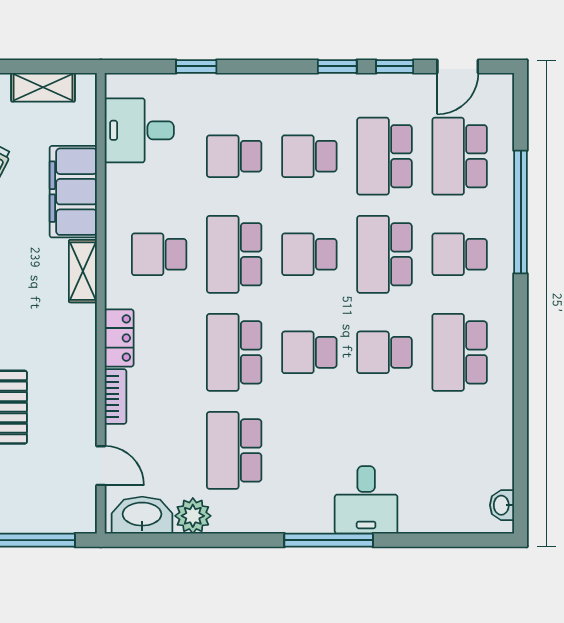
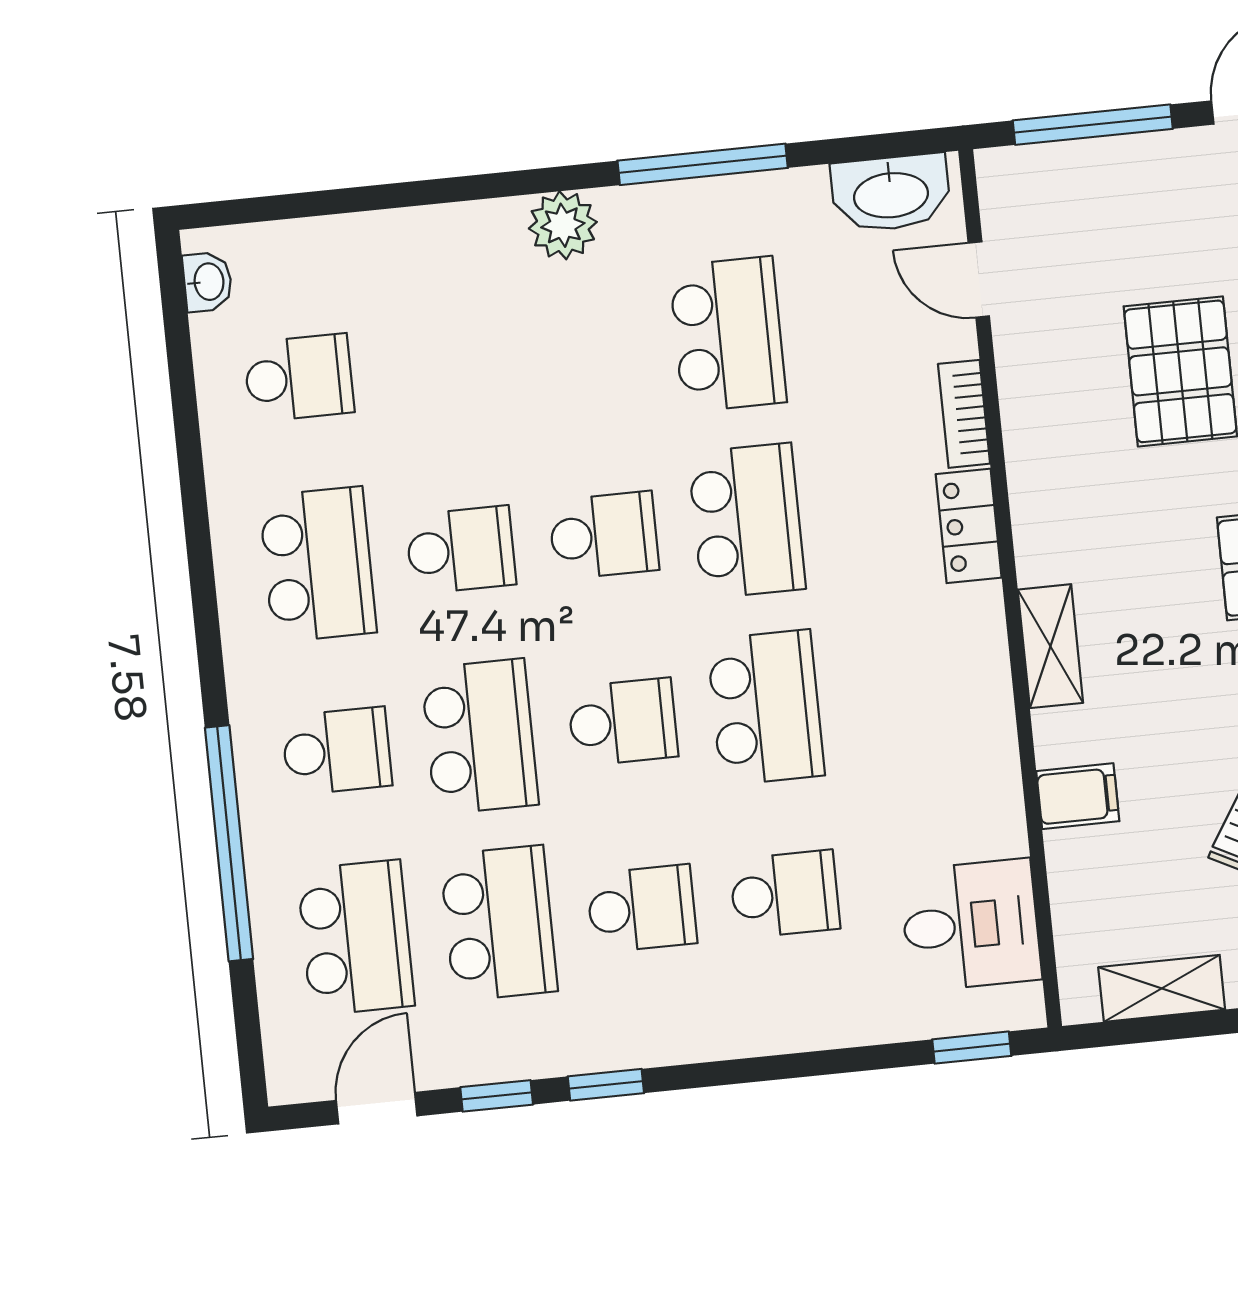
window: (196, 66) -> (972, 1048), moved
filing cabinet: (73, 192) -> (1078, 796), width x0.33, depth x0.86
school desk: (159, 254) -> (299, 378), moved
desk: (366, 500) -> (467, 265), removed
plant: (193, 516) -> (563, 225), moved
window: (329, 540) -> (703, 164), moved

